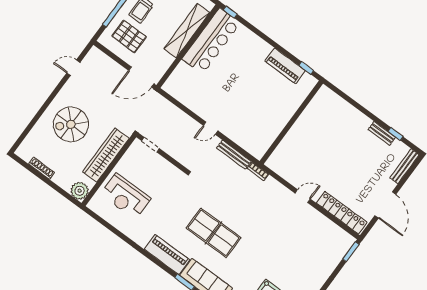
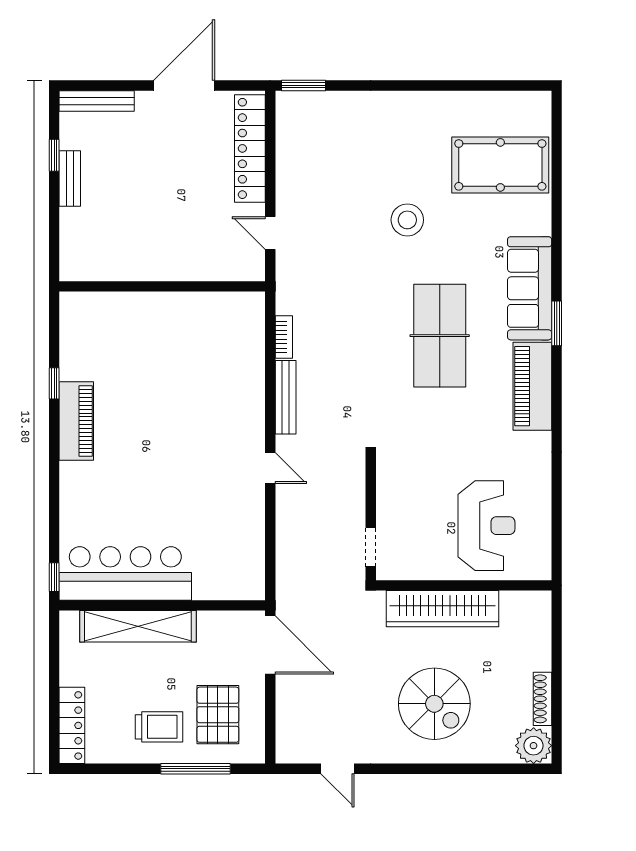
wall: (291, 122) -> (162, 286), moved
plant: (80, 191) -> (534, 746), moved
stool: (268, 254) -> (407, 220), added

